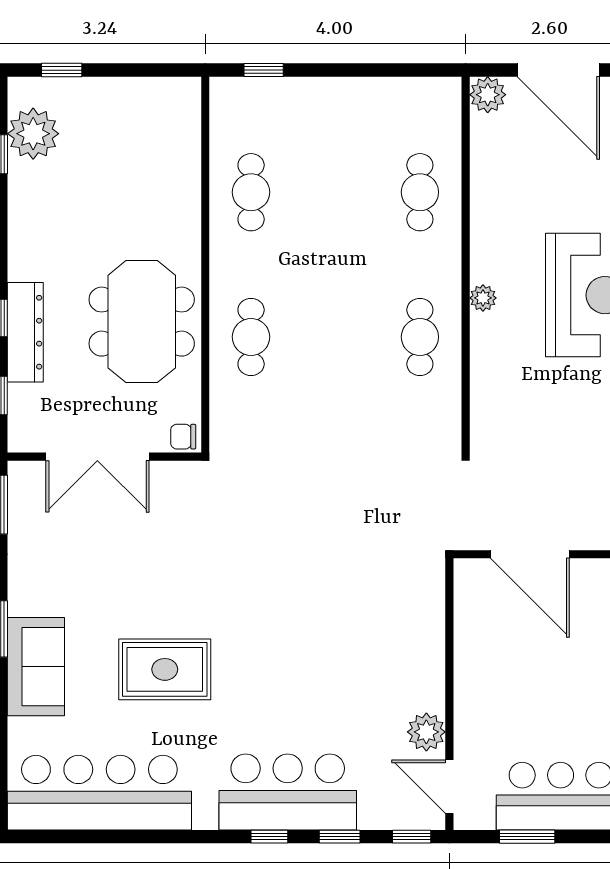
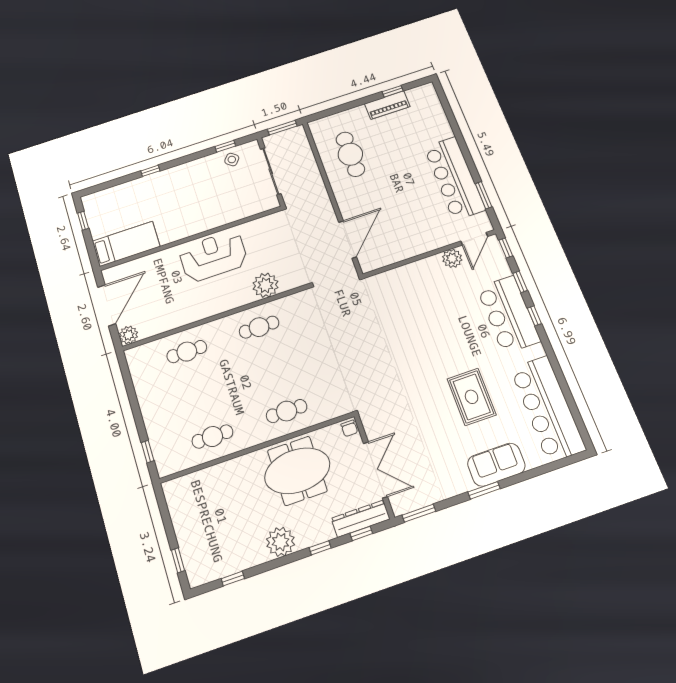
plant: (33, 134) -> (280, 542), moved
plant: (483, 298) -> (265, 285), moved, width x1.87, depth x1.87
dresser: (25, 332) -> (361, 519), moved

